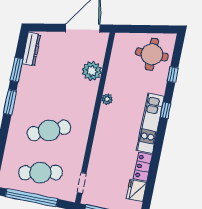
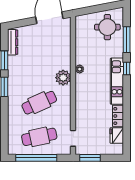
plant: (92, 71) -> (63, 78), moved
window: (173, 75) -> (127, 40), width x2.17

